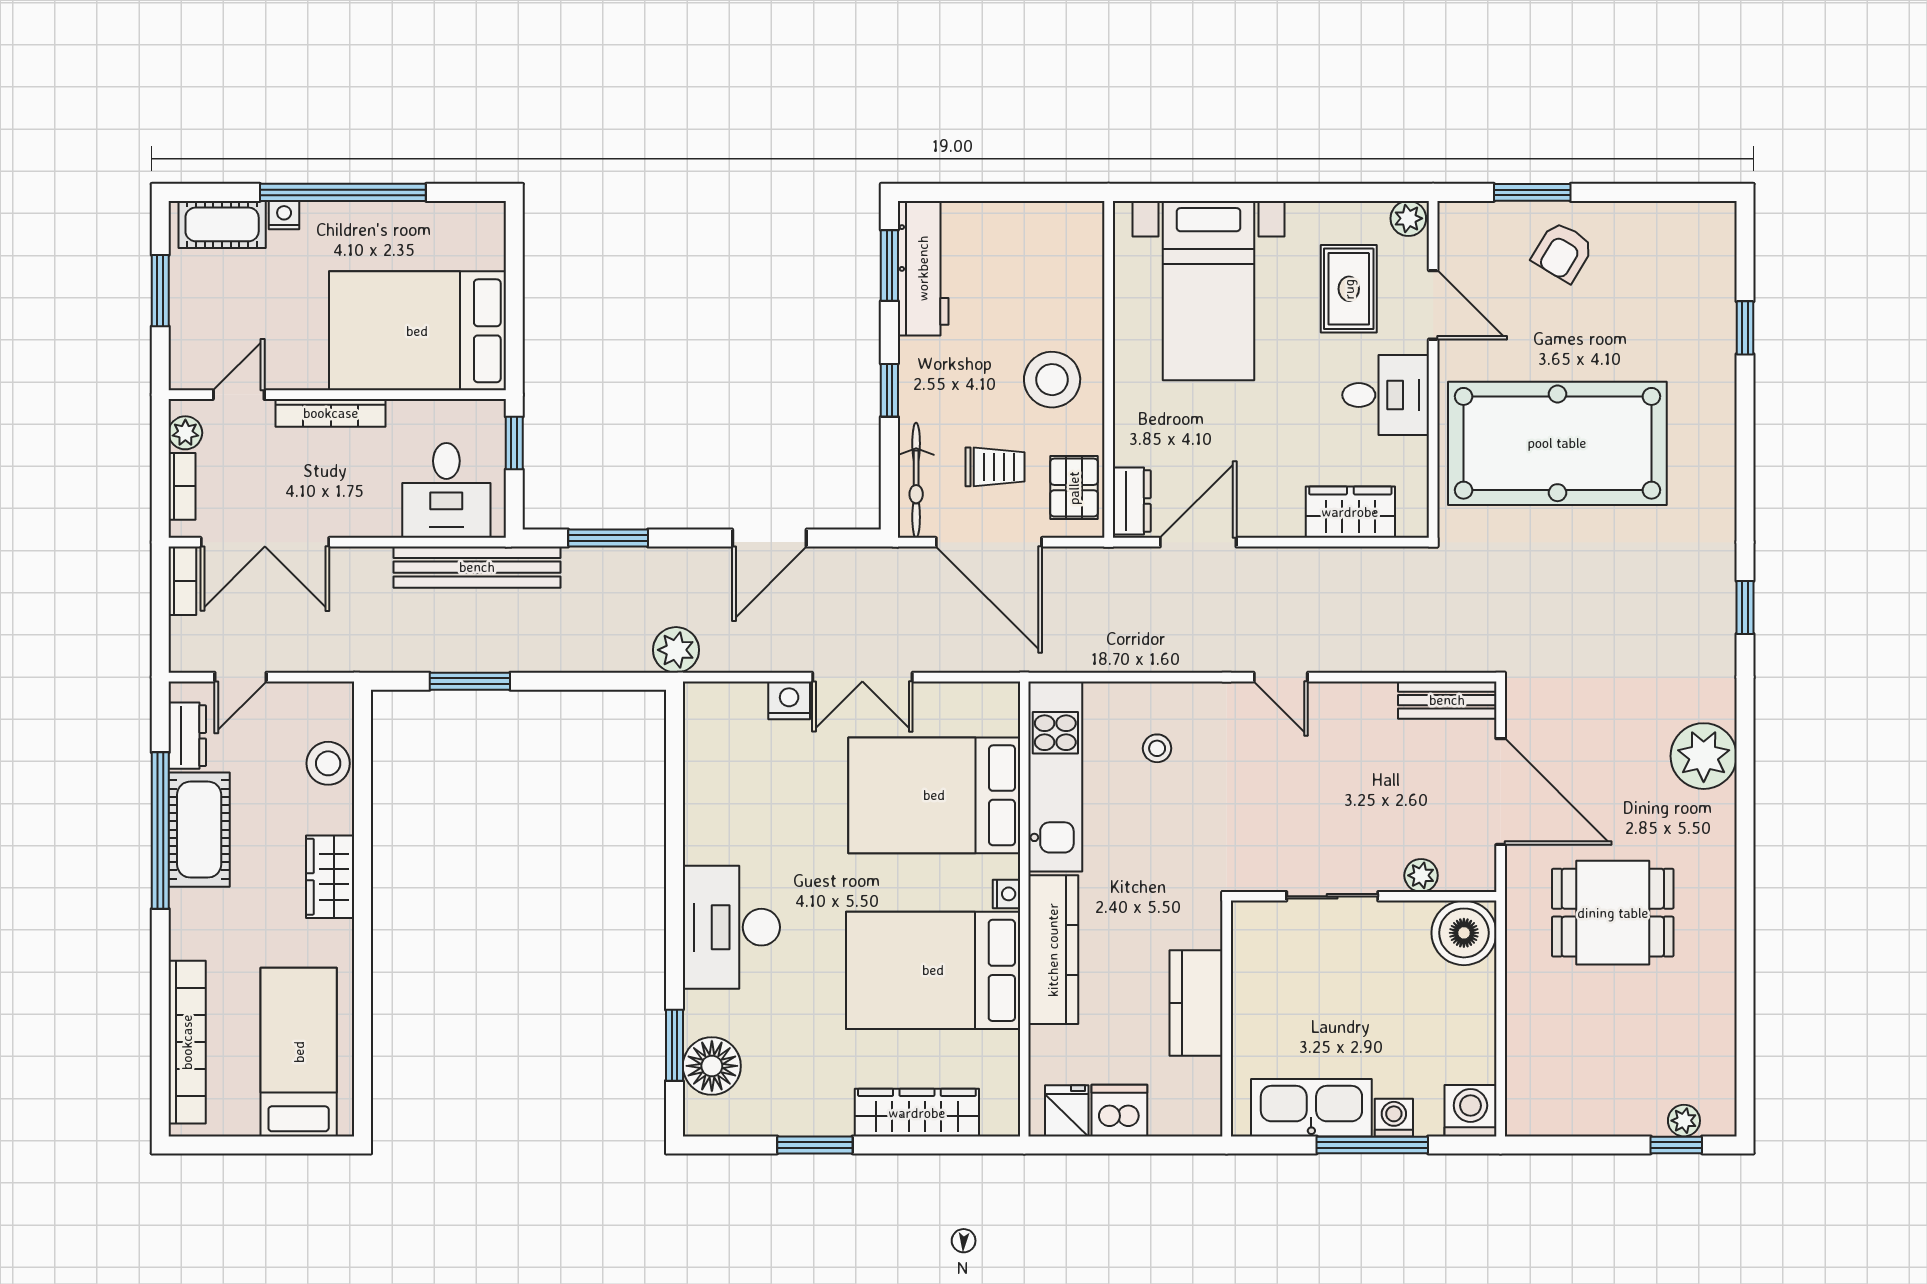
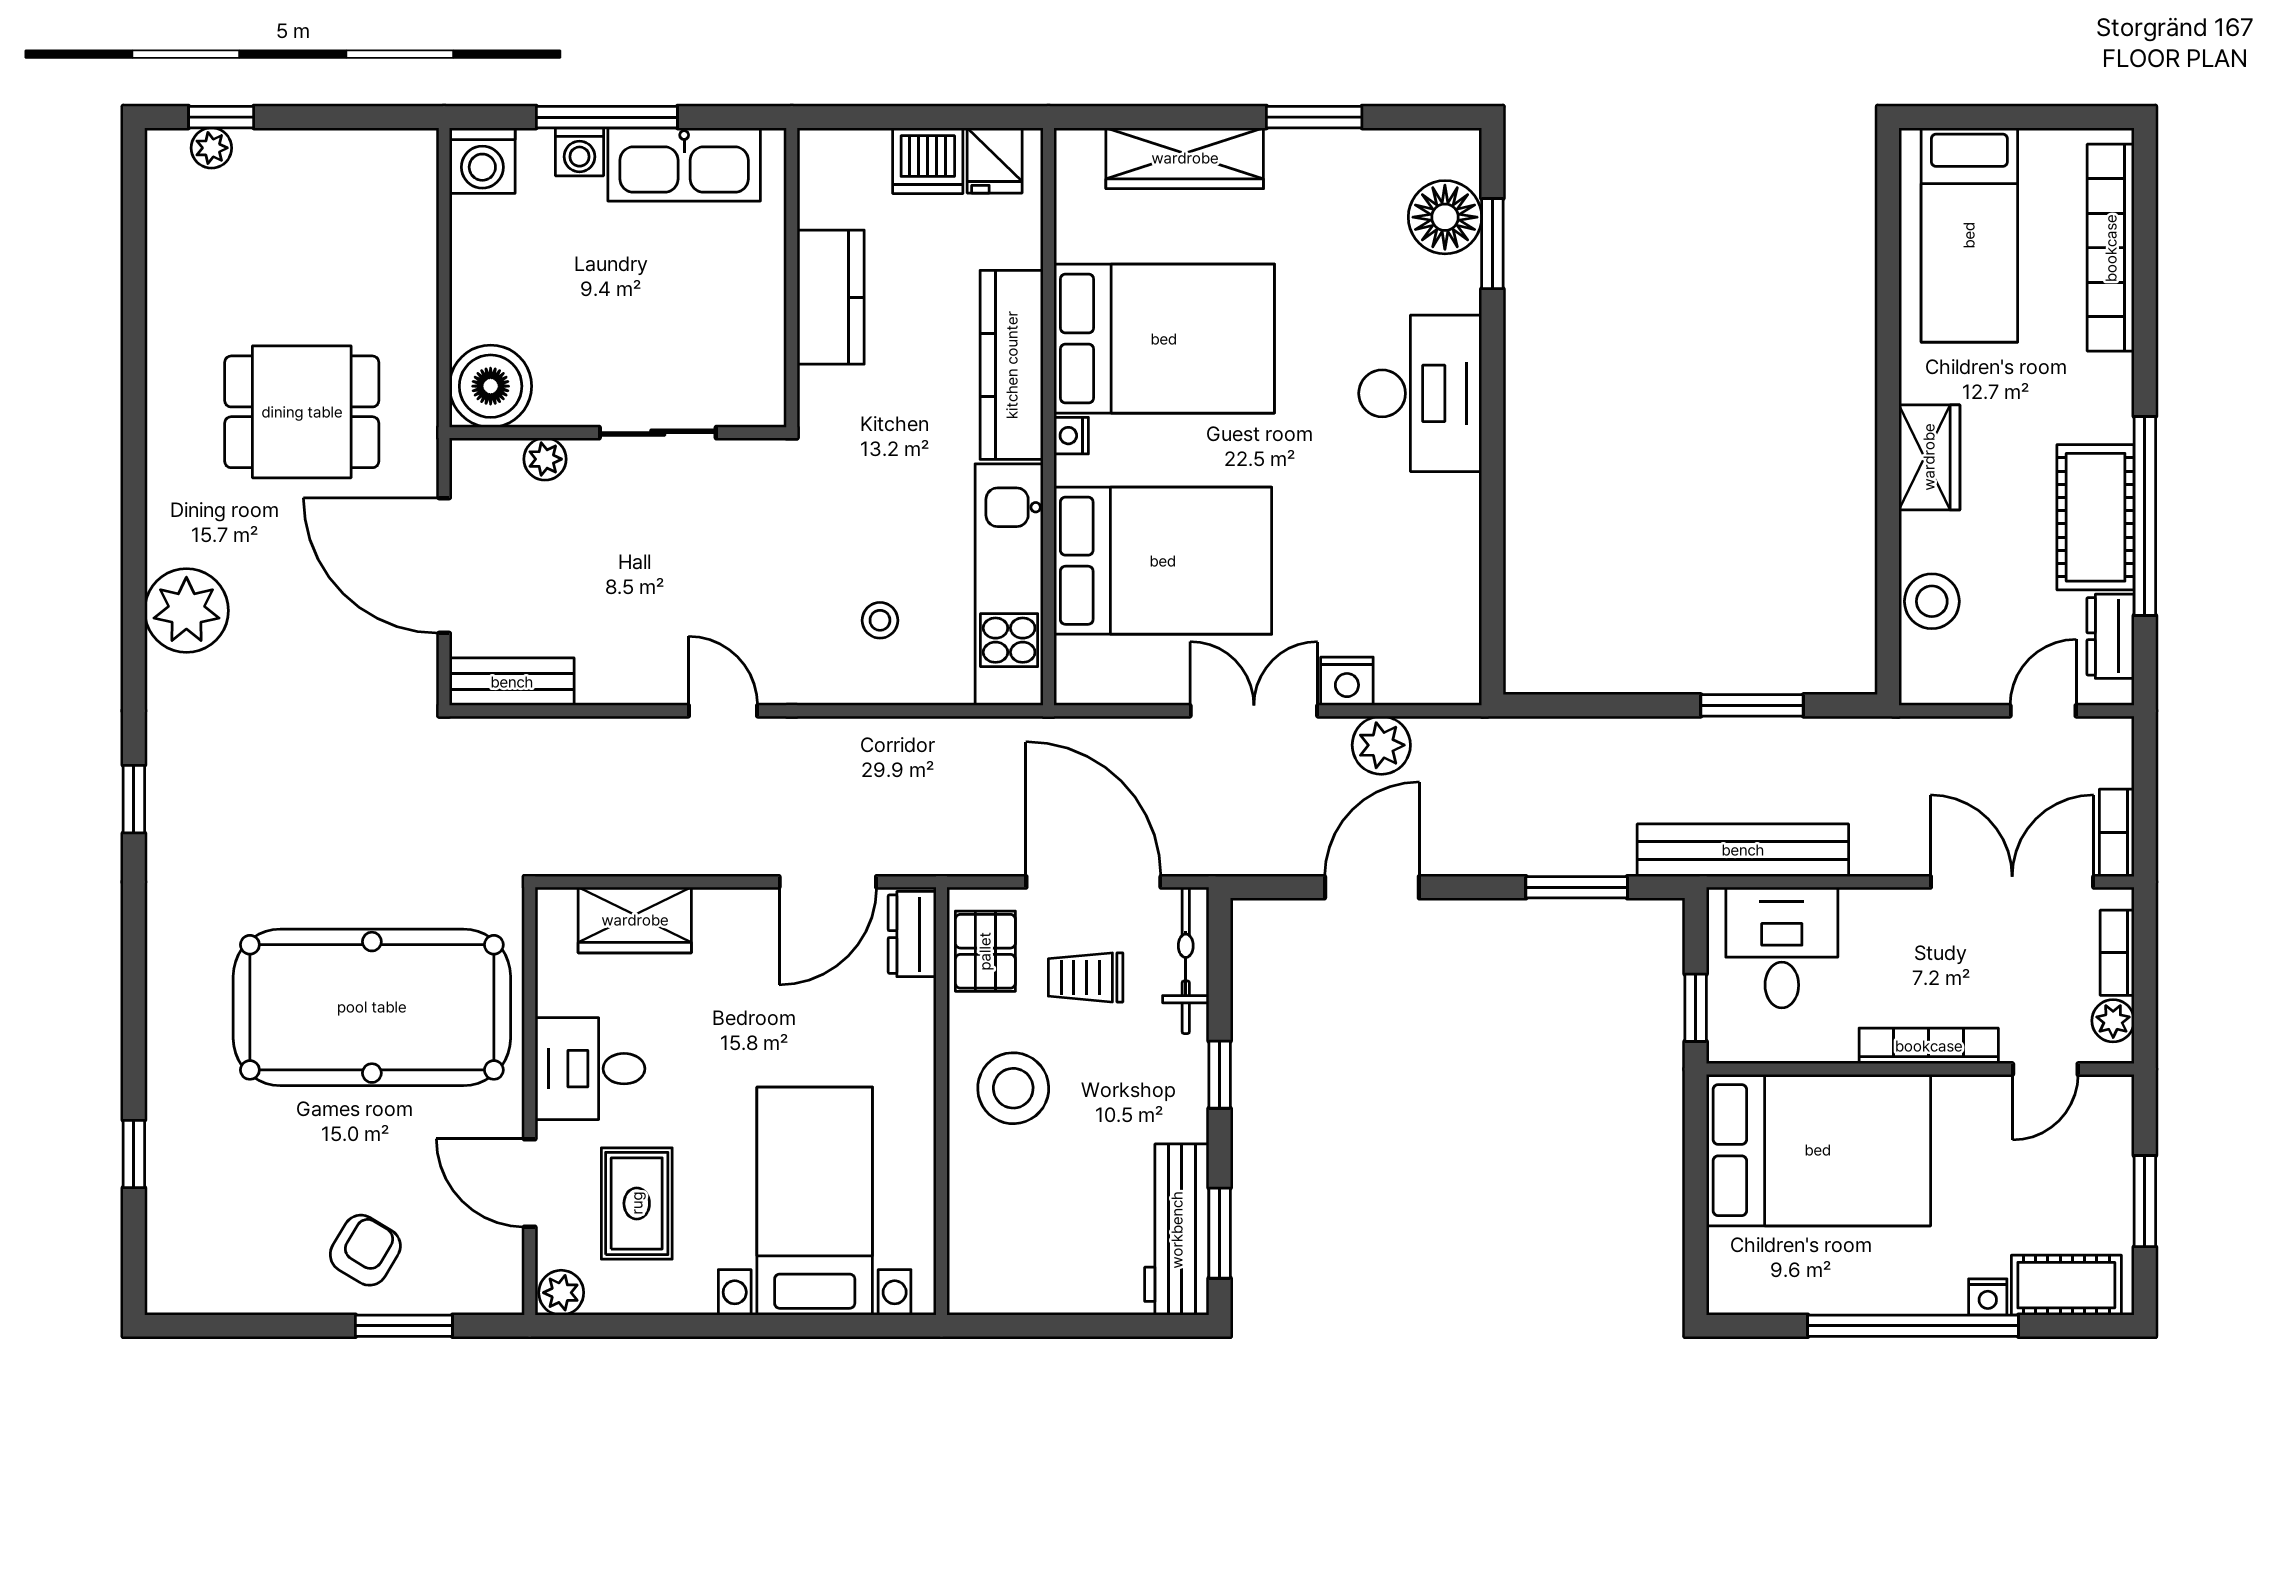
plant: (676, 650) -> (1381, 745), moved

